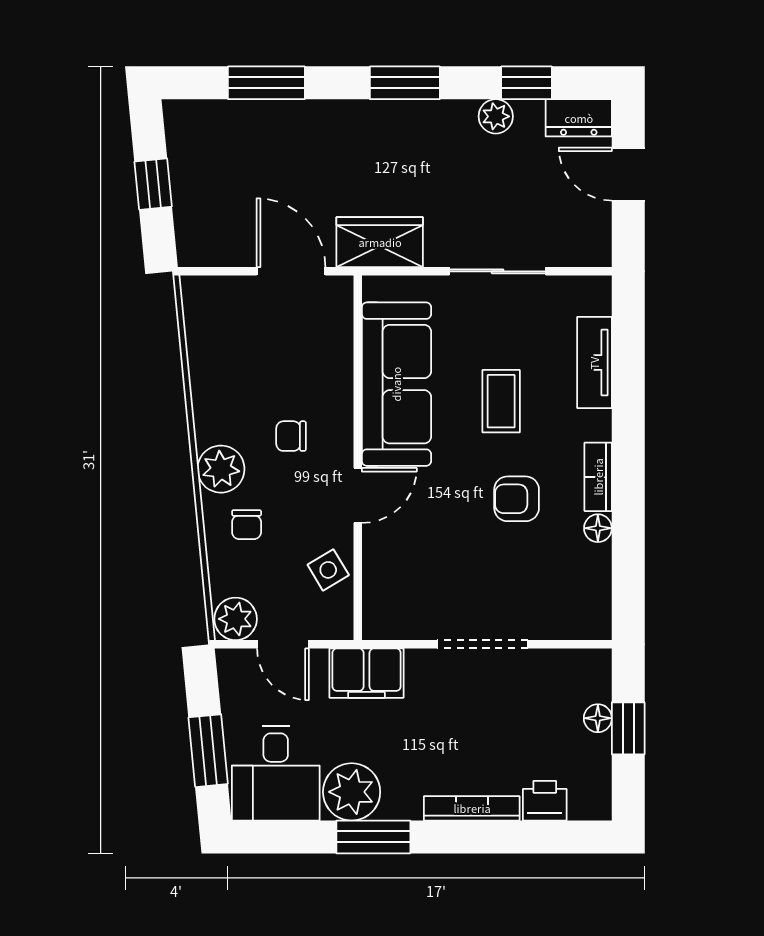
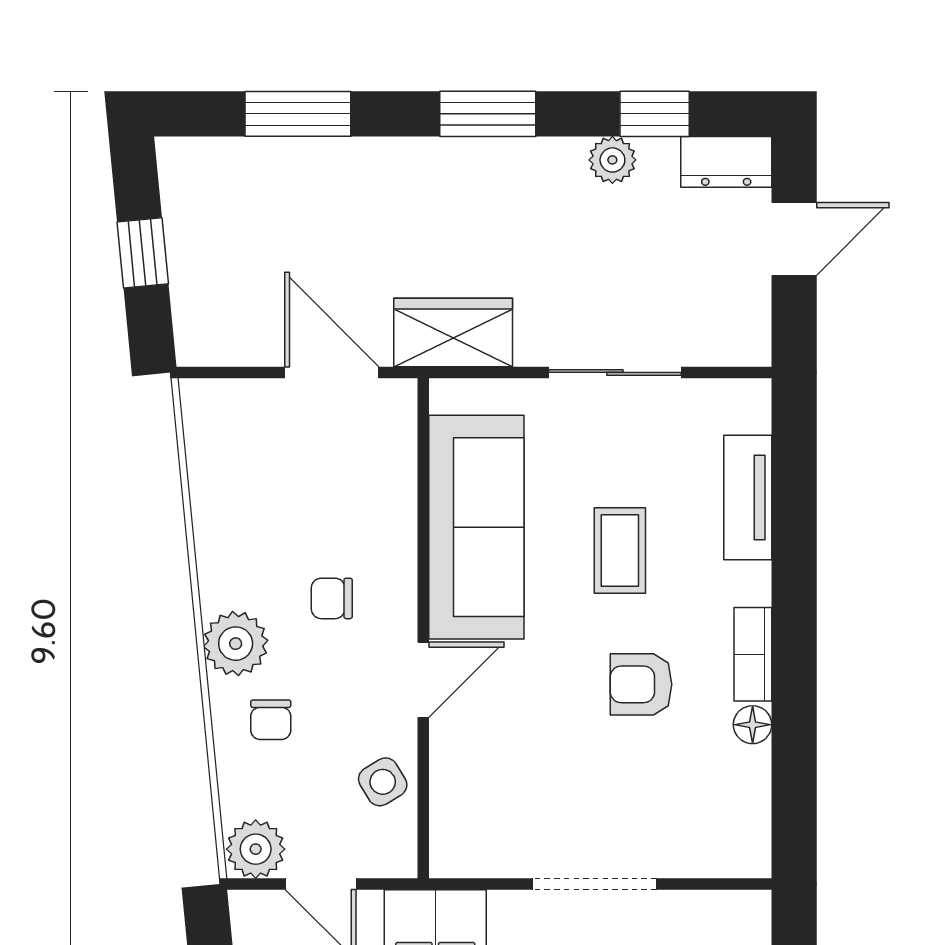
door: (628, 174) -> (794, 239), swing flipped

